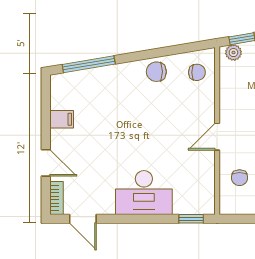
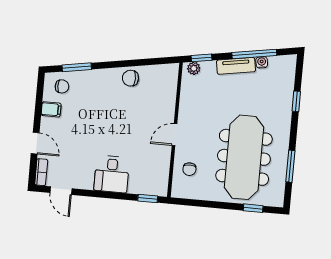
window: (89, 64) -> (77, 67), width x0.69
chair: (197, 72) -> (62, 86), moved
desk: (144, 193) -> (112, 174), width x0.73

